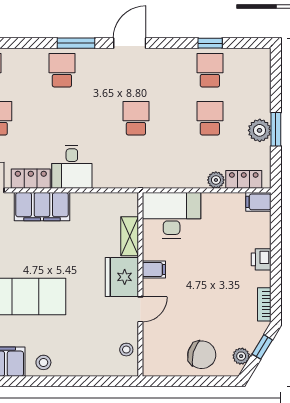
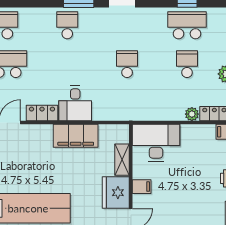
school desk: (210, 70) -> (187, 25), width x1.85
filing cabinet: (42, 207) -> (76, 136), moved

